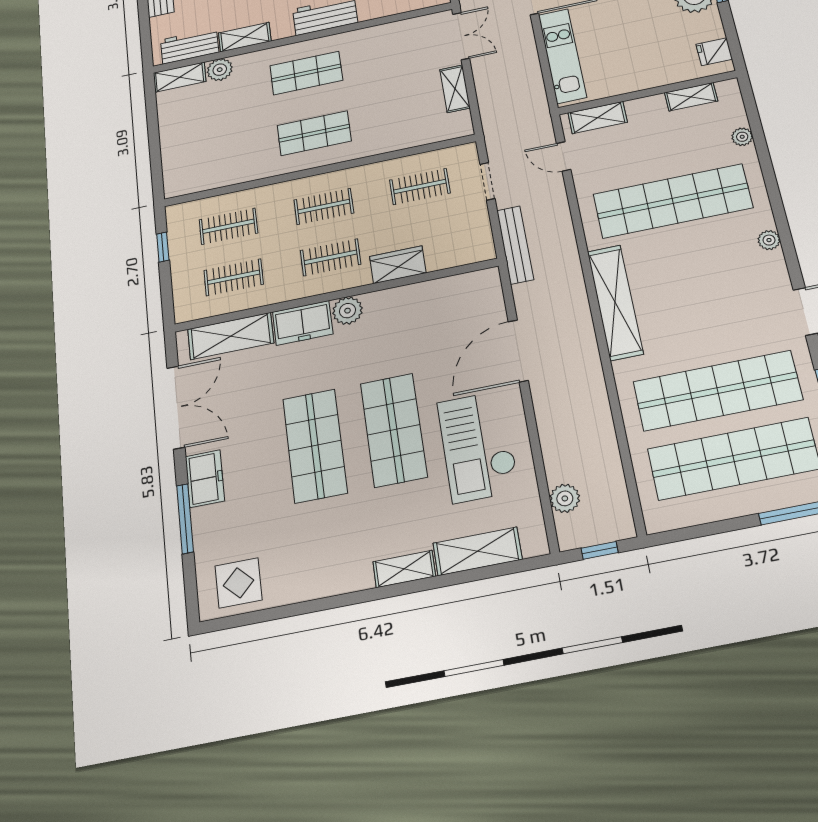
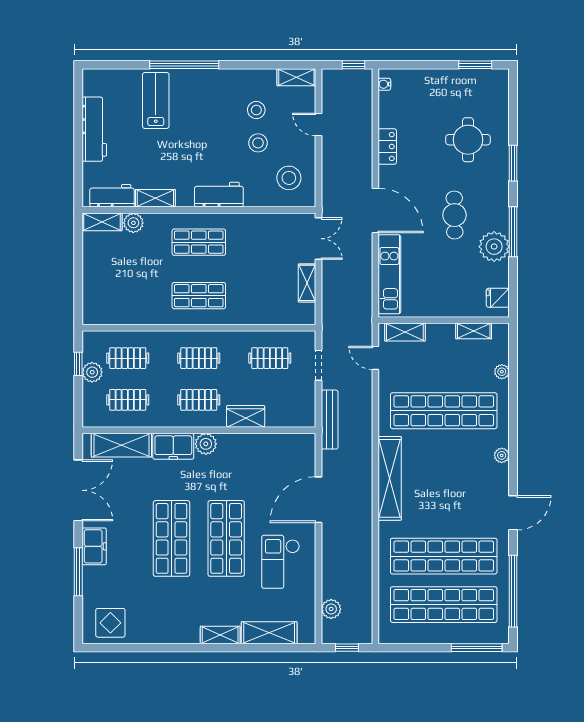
plant: (182, 253) -> (92, 372), added
checkout: (478, 446) -> (281, 562), width x0.73, depth x0.83

